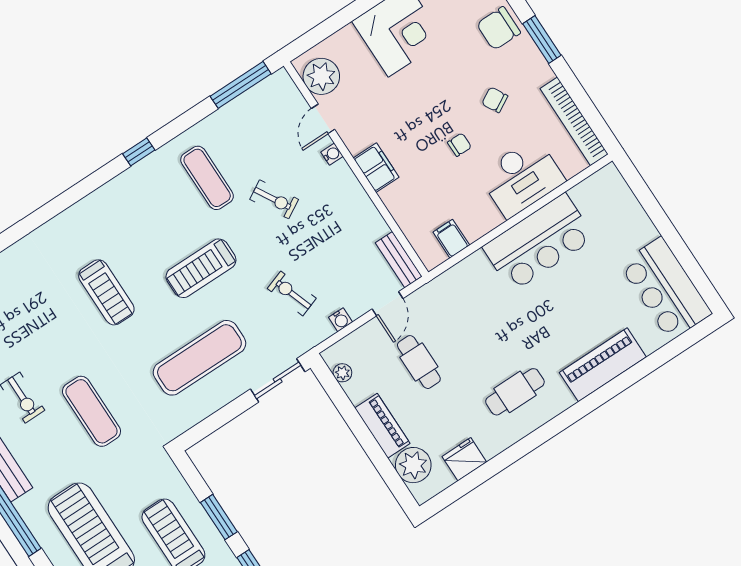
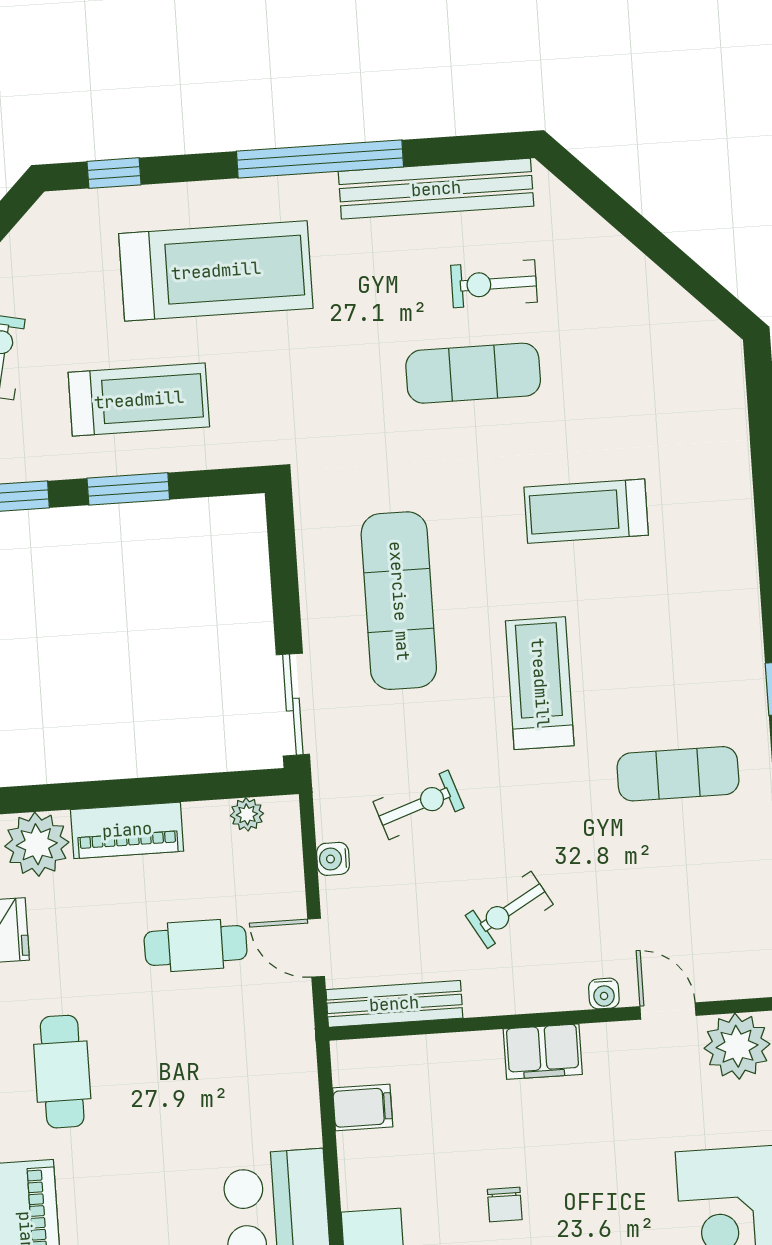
exercise bike: (274, 199) -> (509, 910), moved
bench: (399, 260) -> (394, 1004), width x1.36
exercise mat: (91, 411) -> (473, 373), moved

